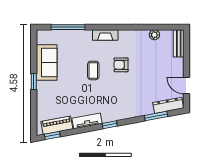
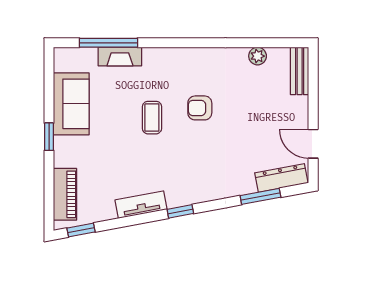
fireplace: (105, 35) -> (120, 57), moved
piano: (57, 125) -> (65, 194), moved, turned 101

